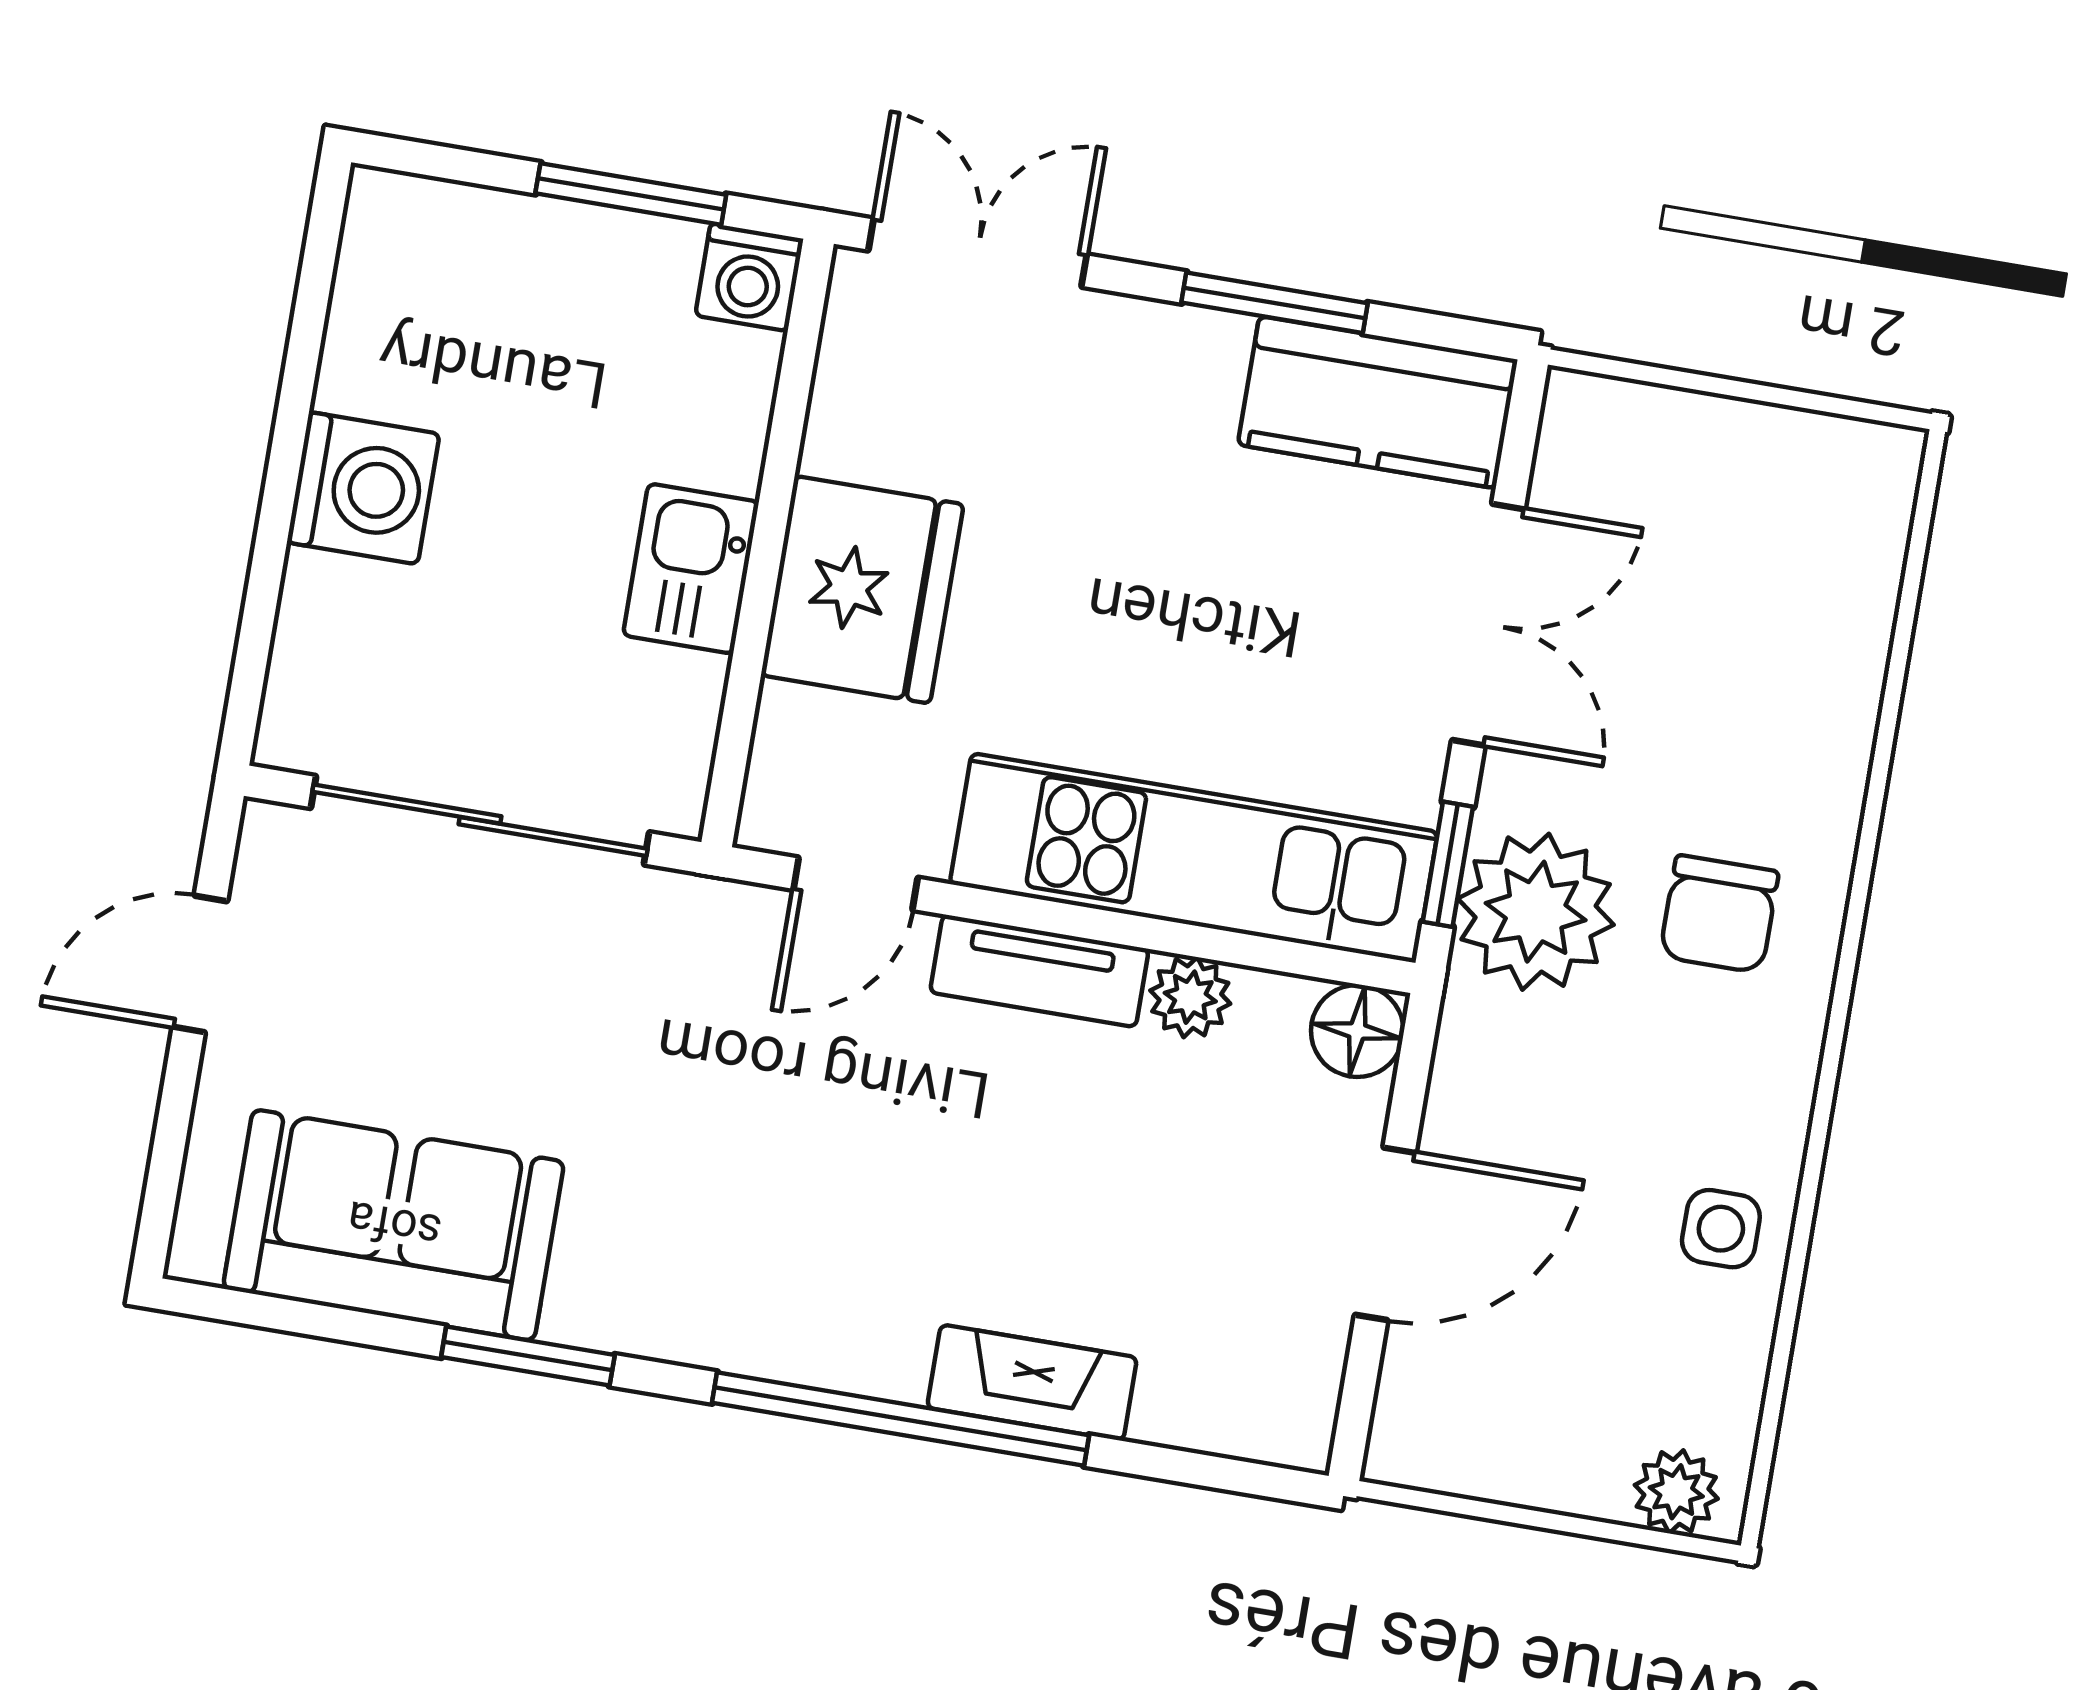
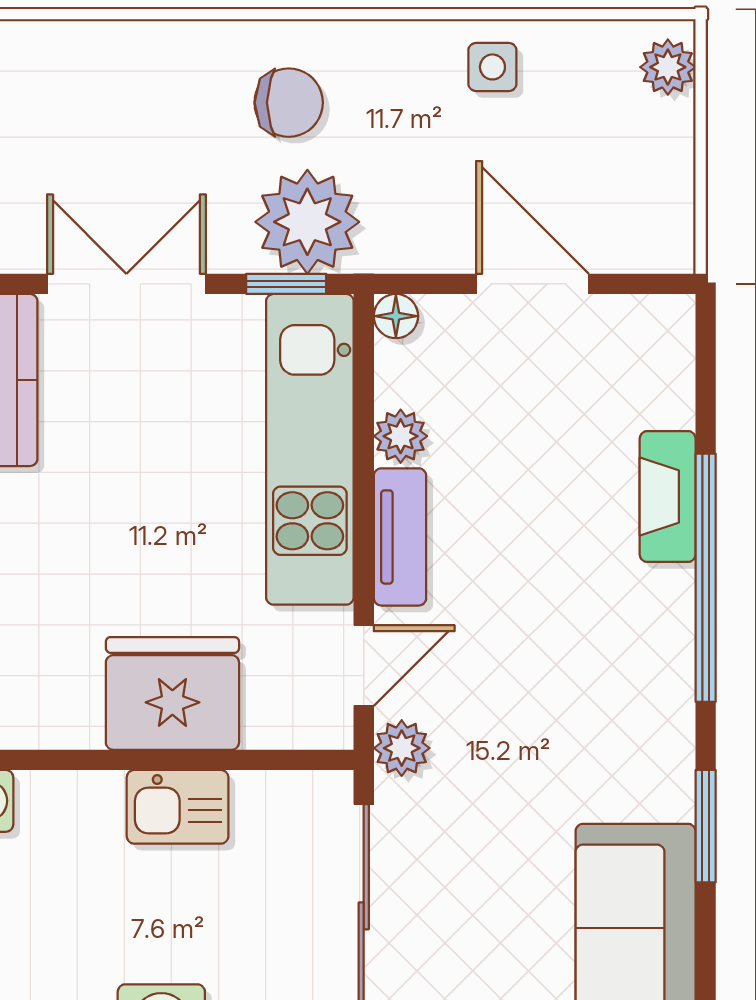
door: (856, 884) -> (364, 666), hinge flipped
plant: (722, 920) -> (402, 748), added
floor lamp: (1357, 1031) -> (396, 316), width x0.73, depth x0.73

